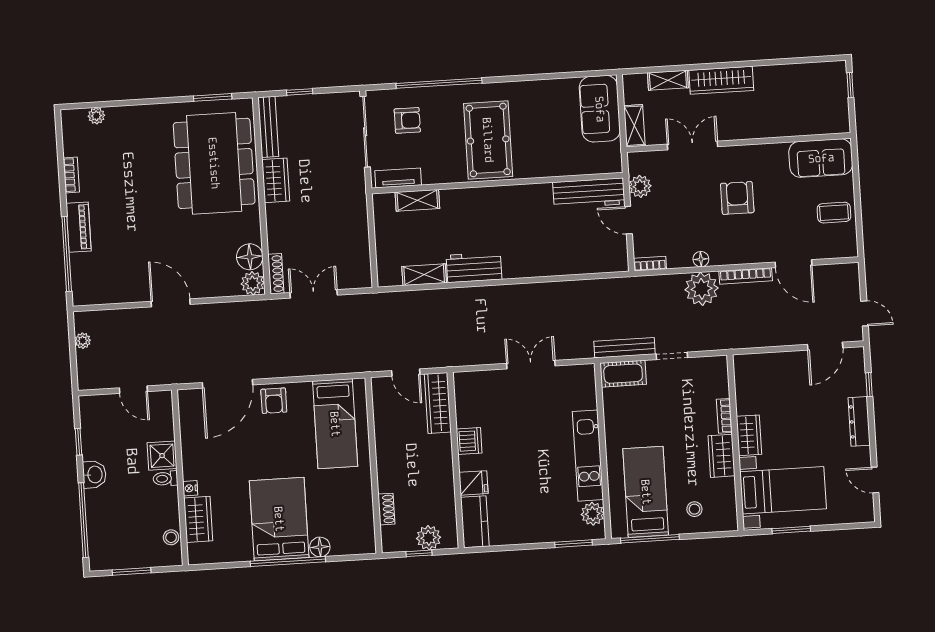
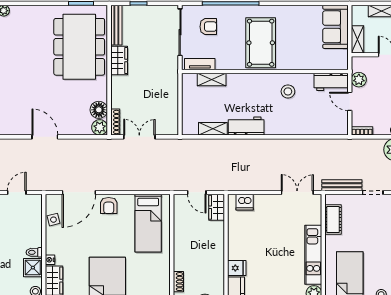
workbench: (589, 193) -> (331, 82), width x0.73
stool: (534, 211) -> (288, 91), added
double door: (531, 365) -> (297, 192), moved
cot: (623, 374) -> (333, 219), moved, turned 90
door: (133, 390) -> (17, 192), swing flipped
wardrobe: (438, 403) -> (217, 207), width x0.67
side table: (192, 427) -> (53, 220), added
dishwasher: (469, 441) -> (245, 202), moved, turned 90
shower: (162, 456) -> (33, 268), moved

